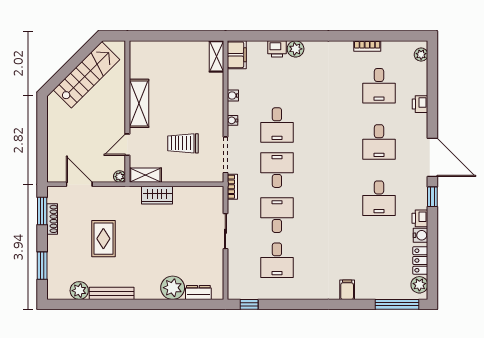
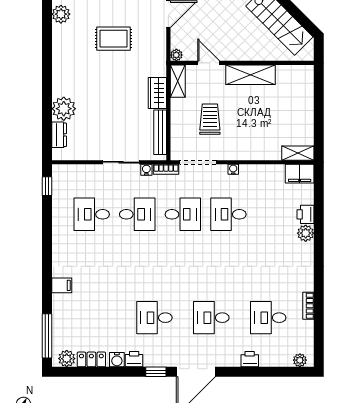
water cooler: (233, 96) -> (146, 170), moved
bench: (112, 293) -> (160, 132), moved

